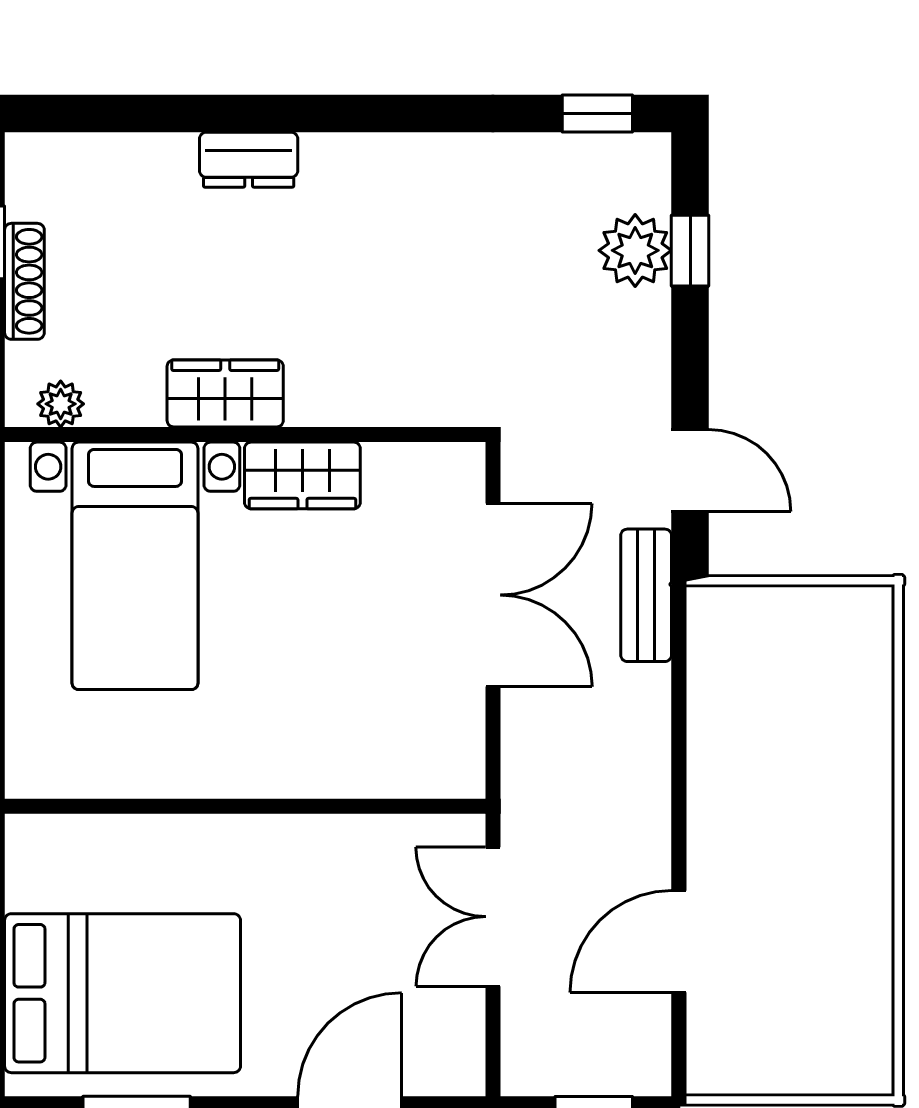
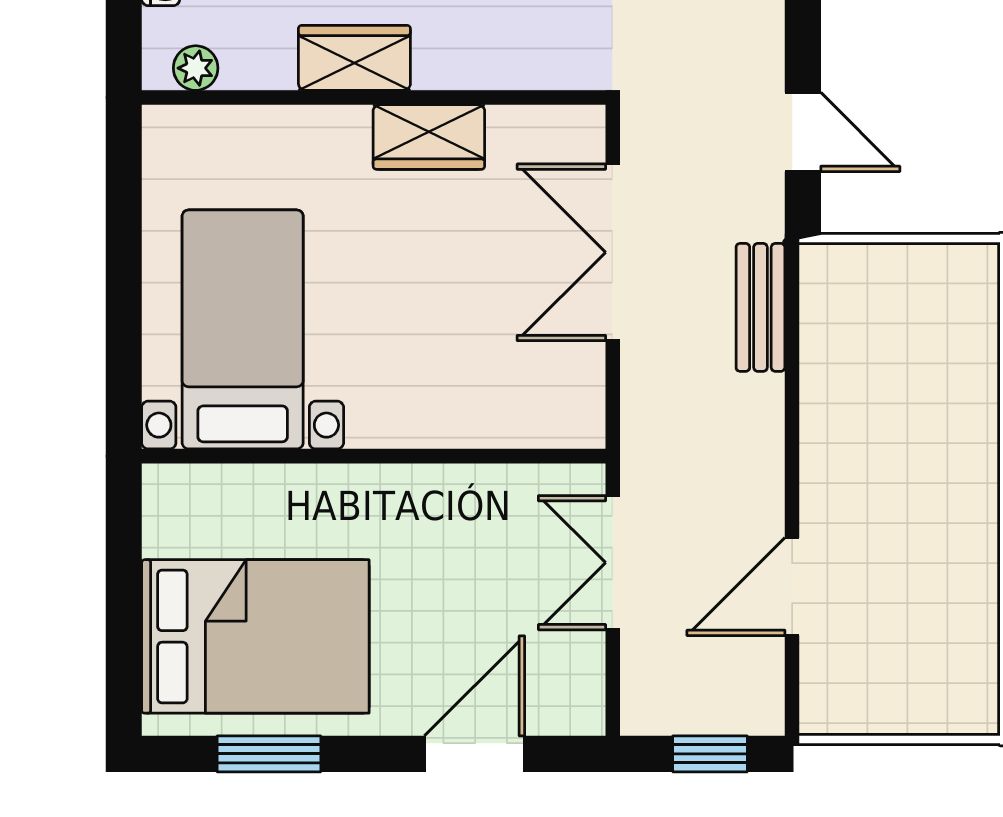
bed with nightstands: (135, 566) -> (243, 329), moved, turned 180
double door: (493, 595) -> (613, 252), swing flipped
bench: (646, 595) -> (760, 307), moved

